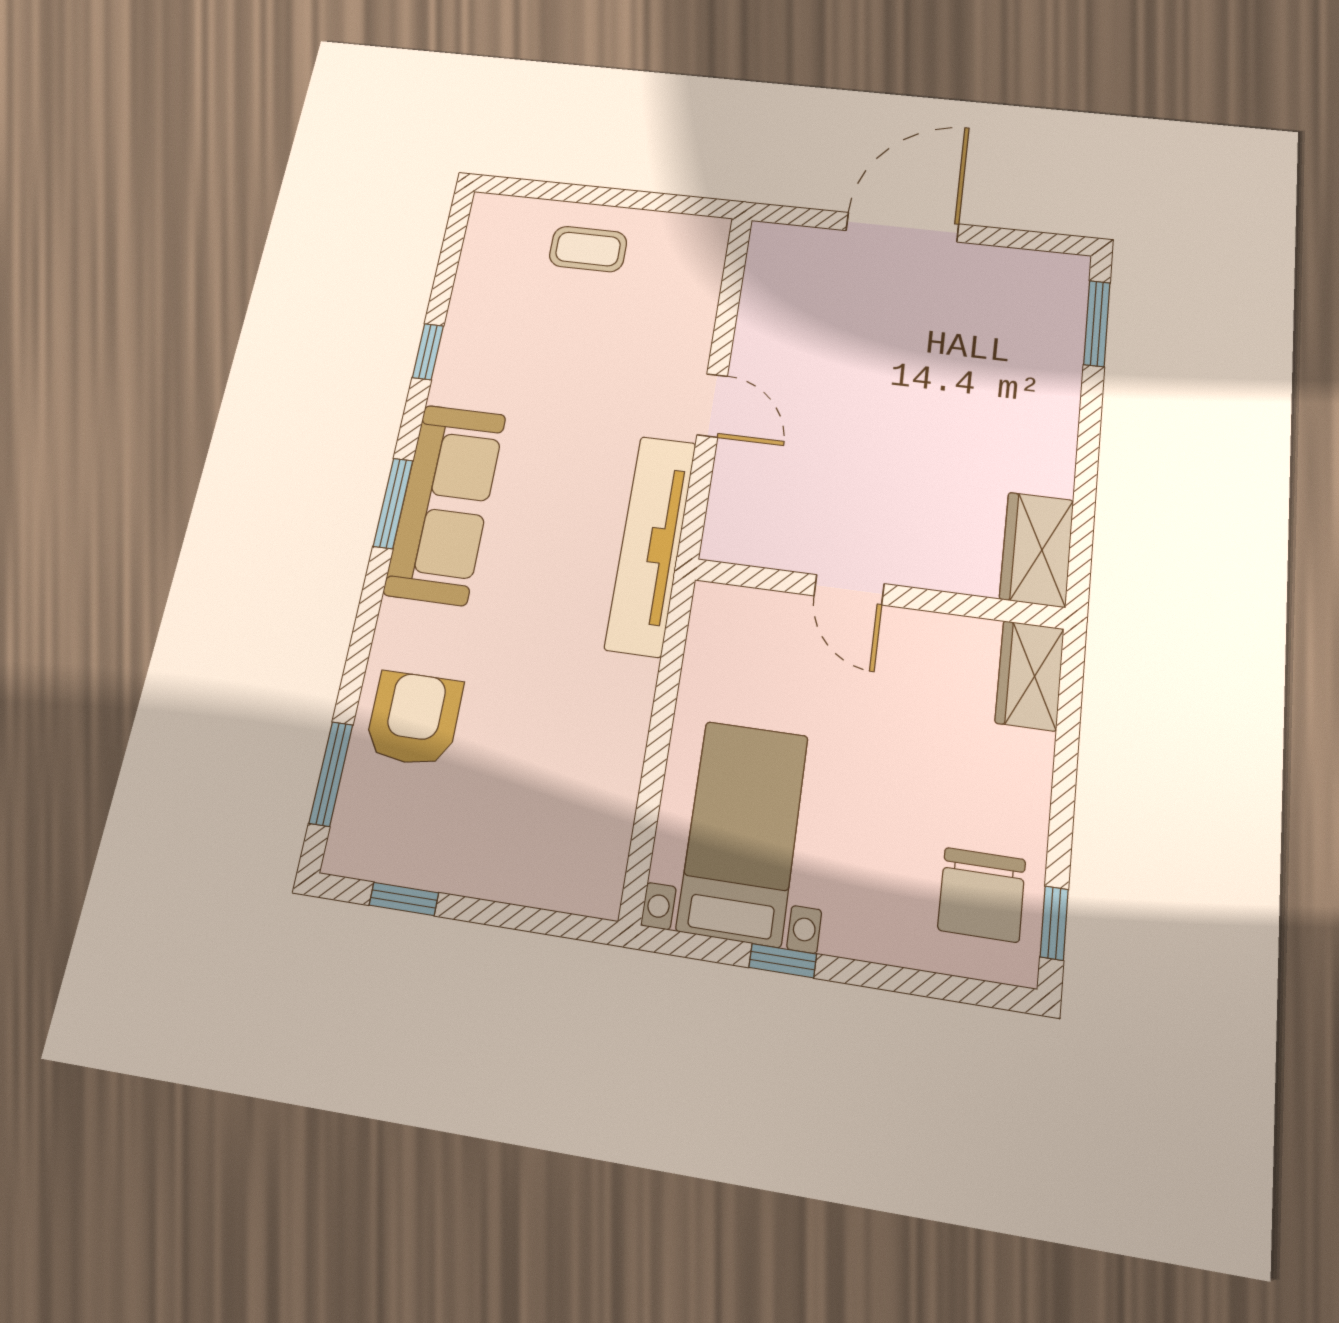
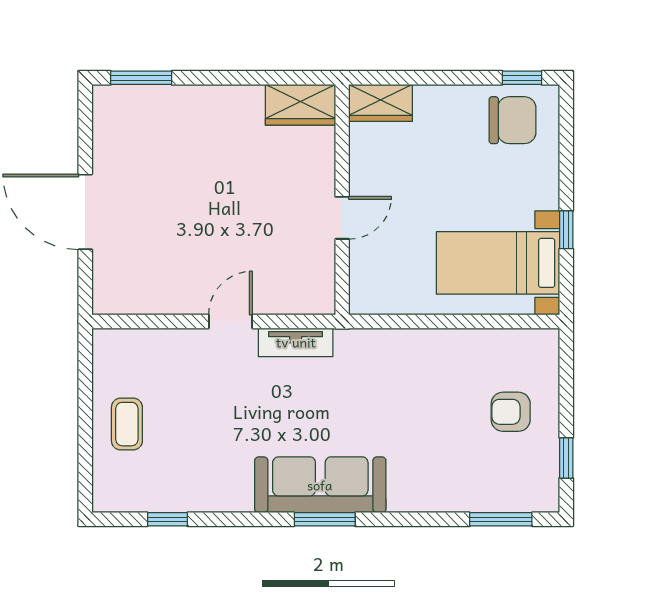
window: (428, 352) -> (167, 519), moved
tv unit: (651, 545) -> (296, 342), width x0.52, depth x0.78
armchair: (414, 719) -> (511, 412), moved, width x0.72, depth x0.72

